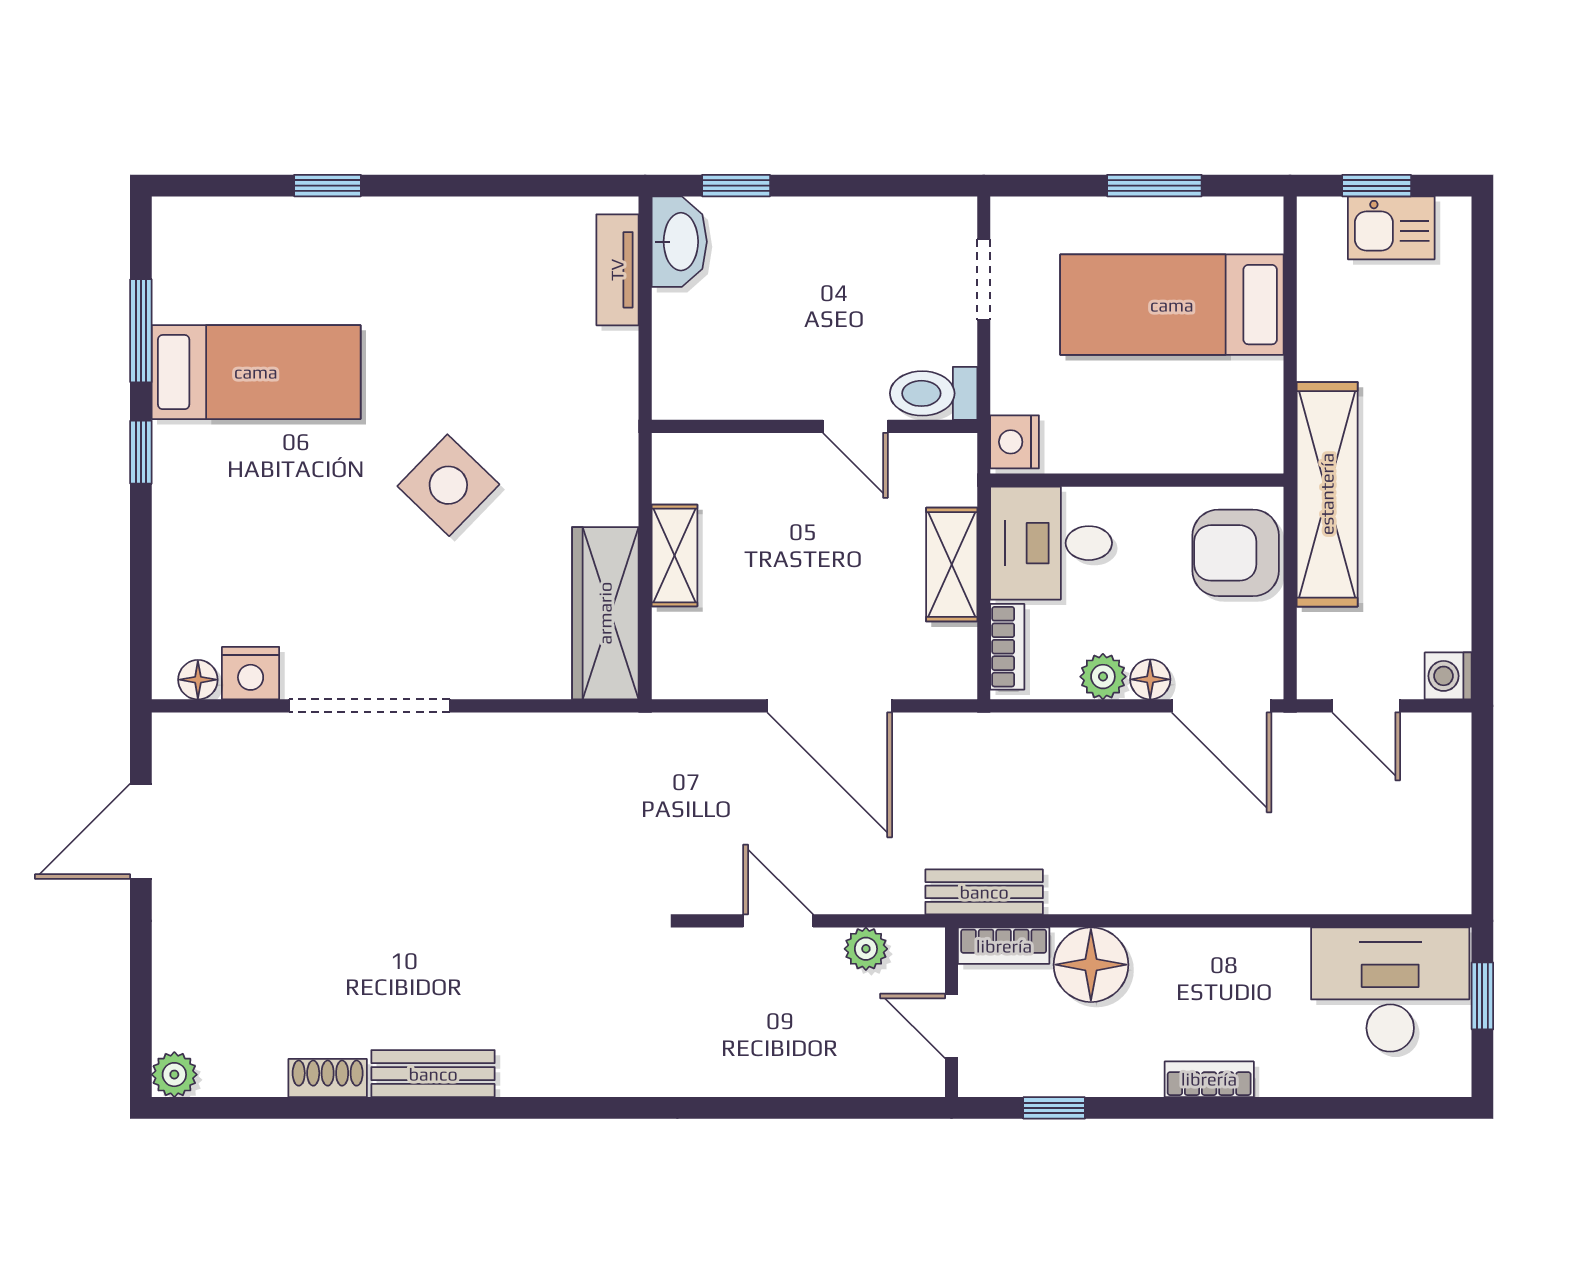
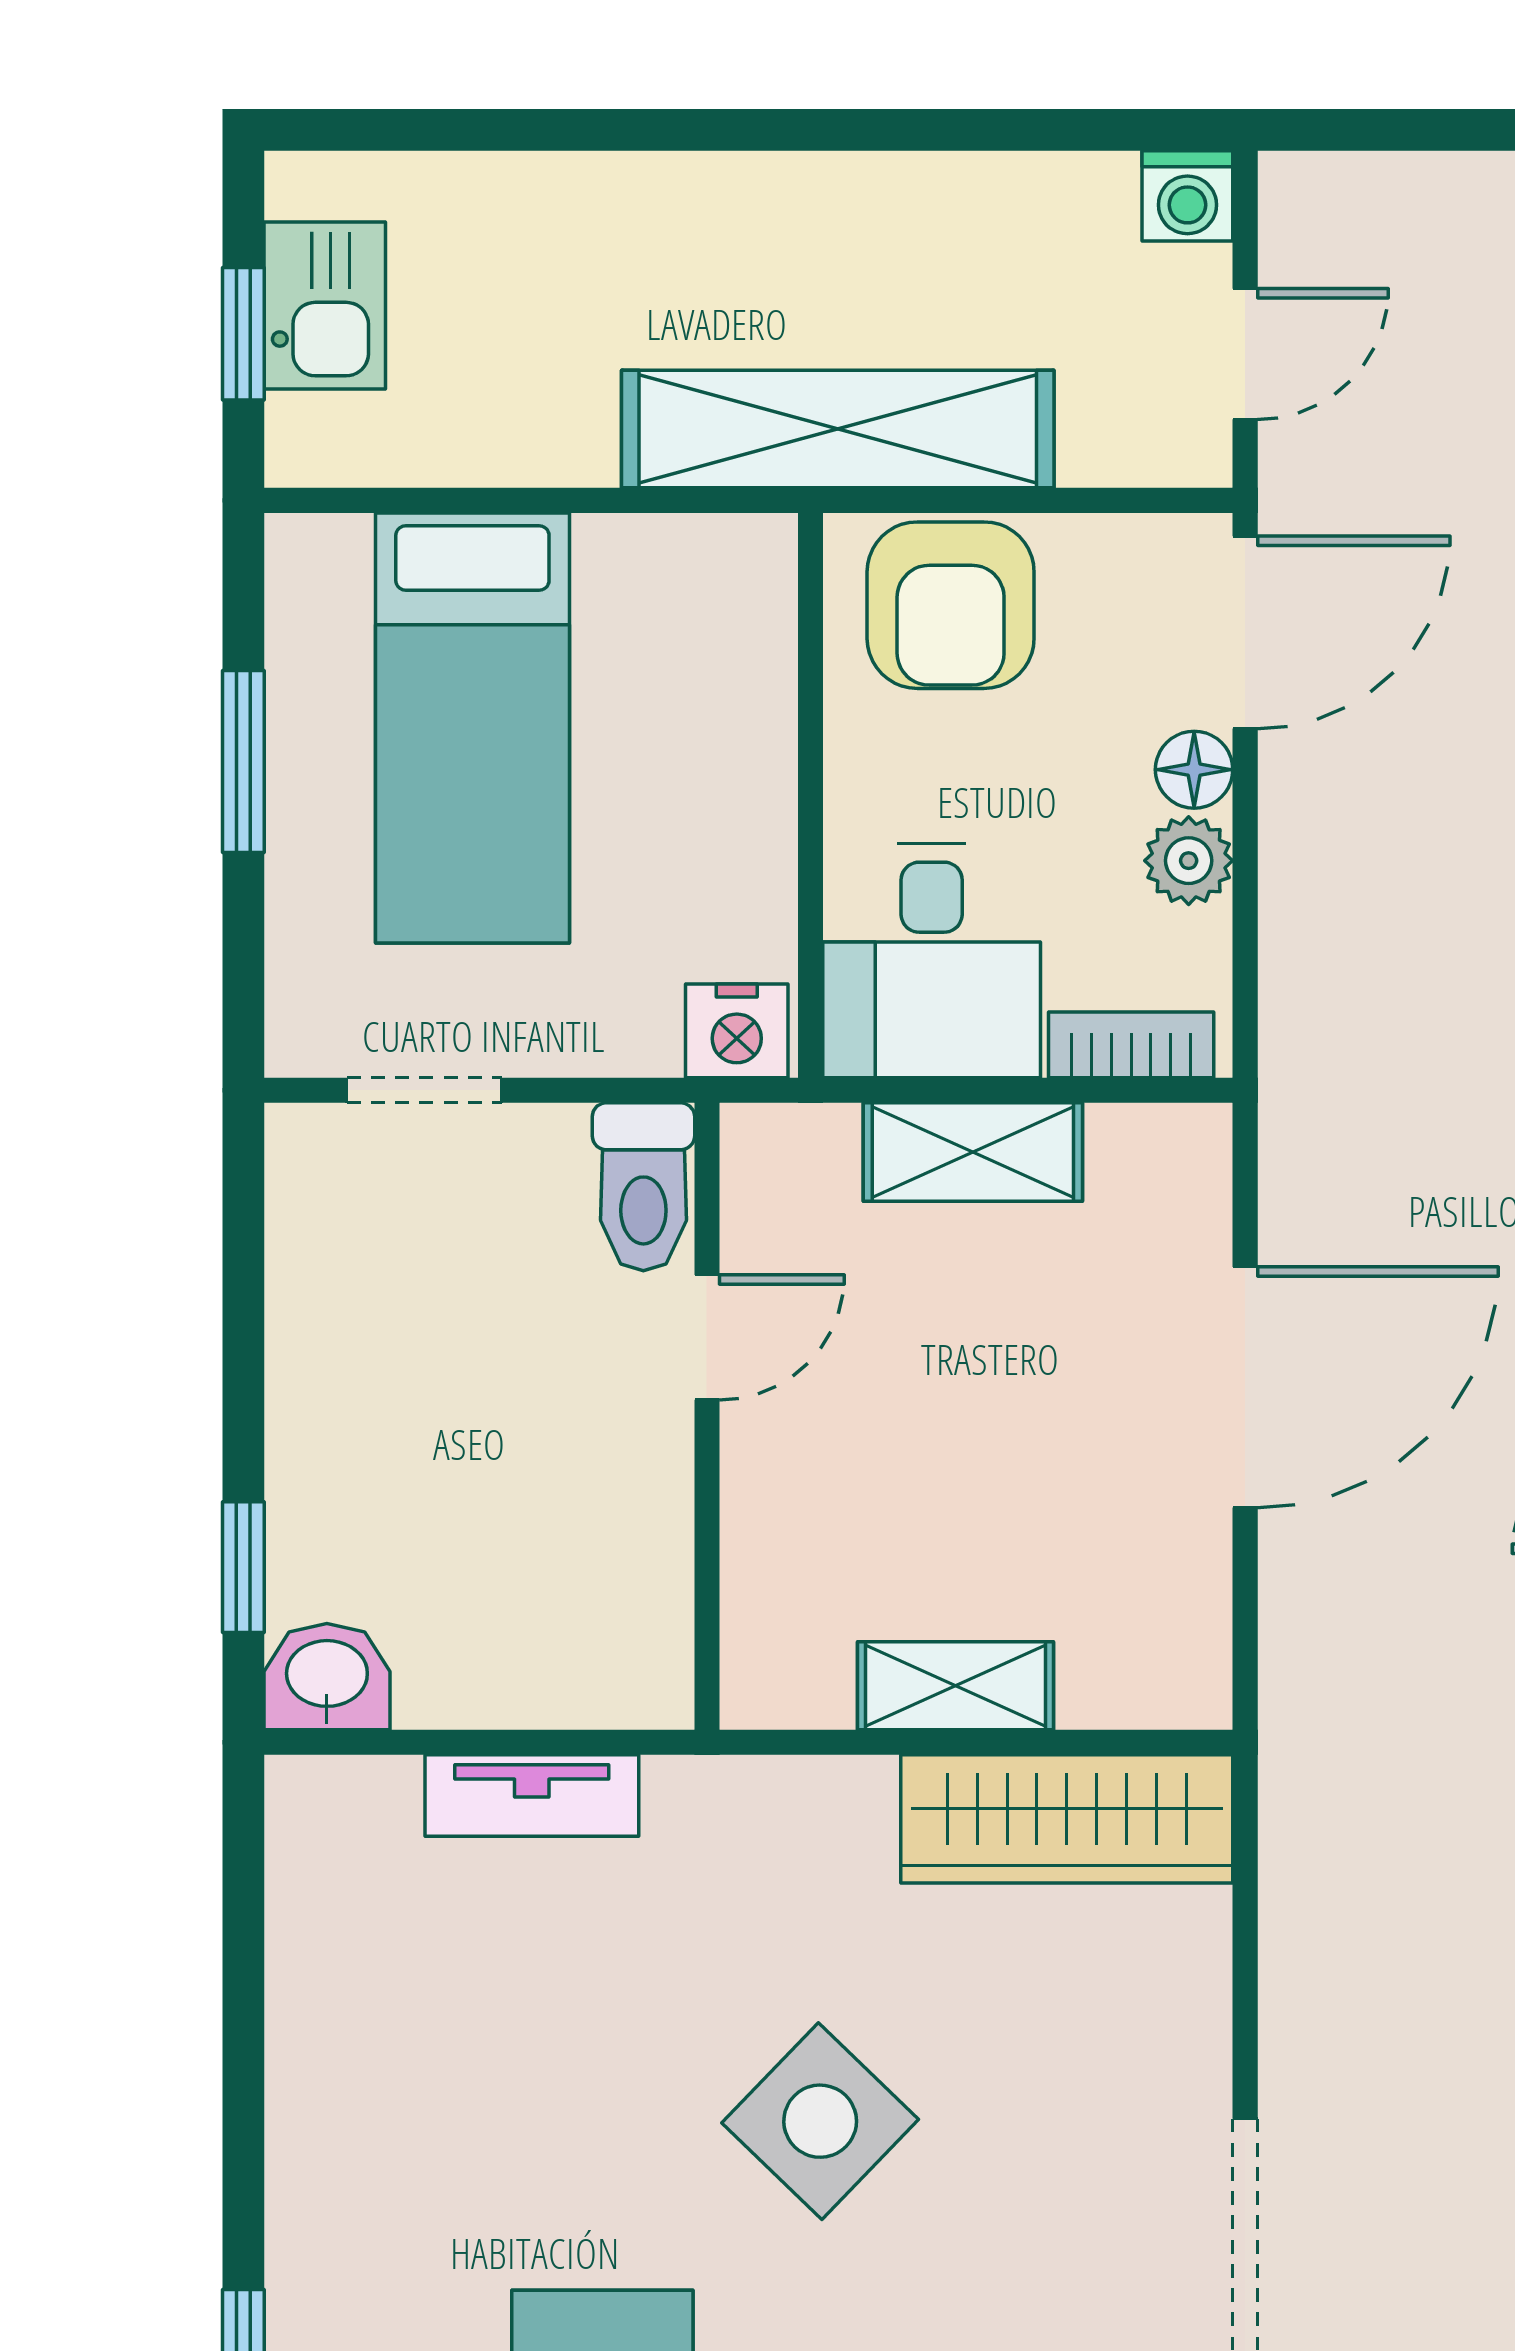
washbasin: (679, 242) -> (327, 1677), width x0.72
tv unit: (617, 270) -> (532, 1795), moved

